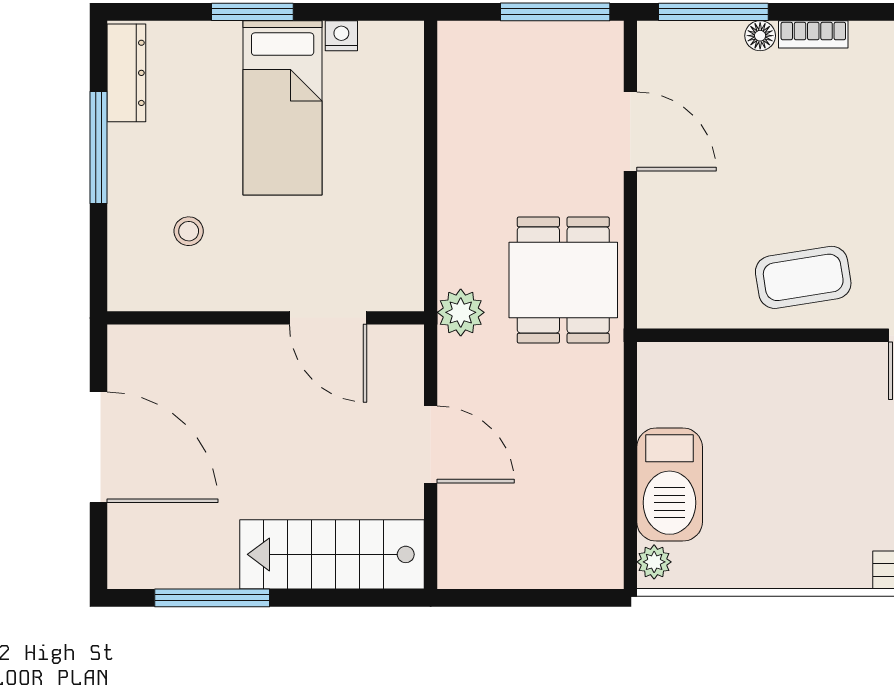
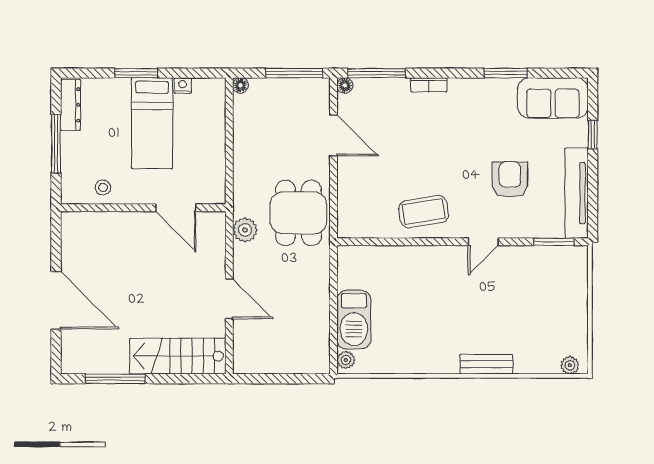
floor lamp: (452, 36) -> (240, 85), added
floor lamp: (760, 36) -> (345, 85), moved
wall: (266, 318) -> (143, 208), moved
door: (328, 318) -> (176, 208), moved

